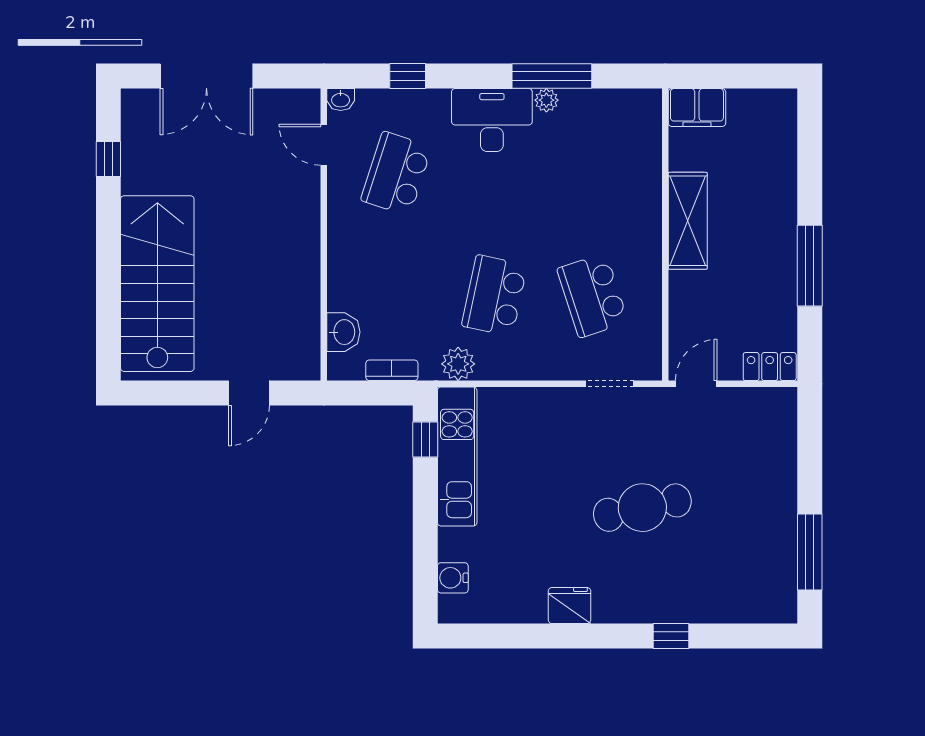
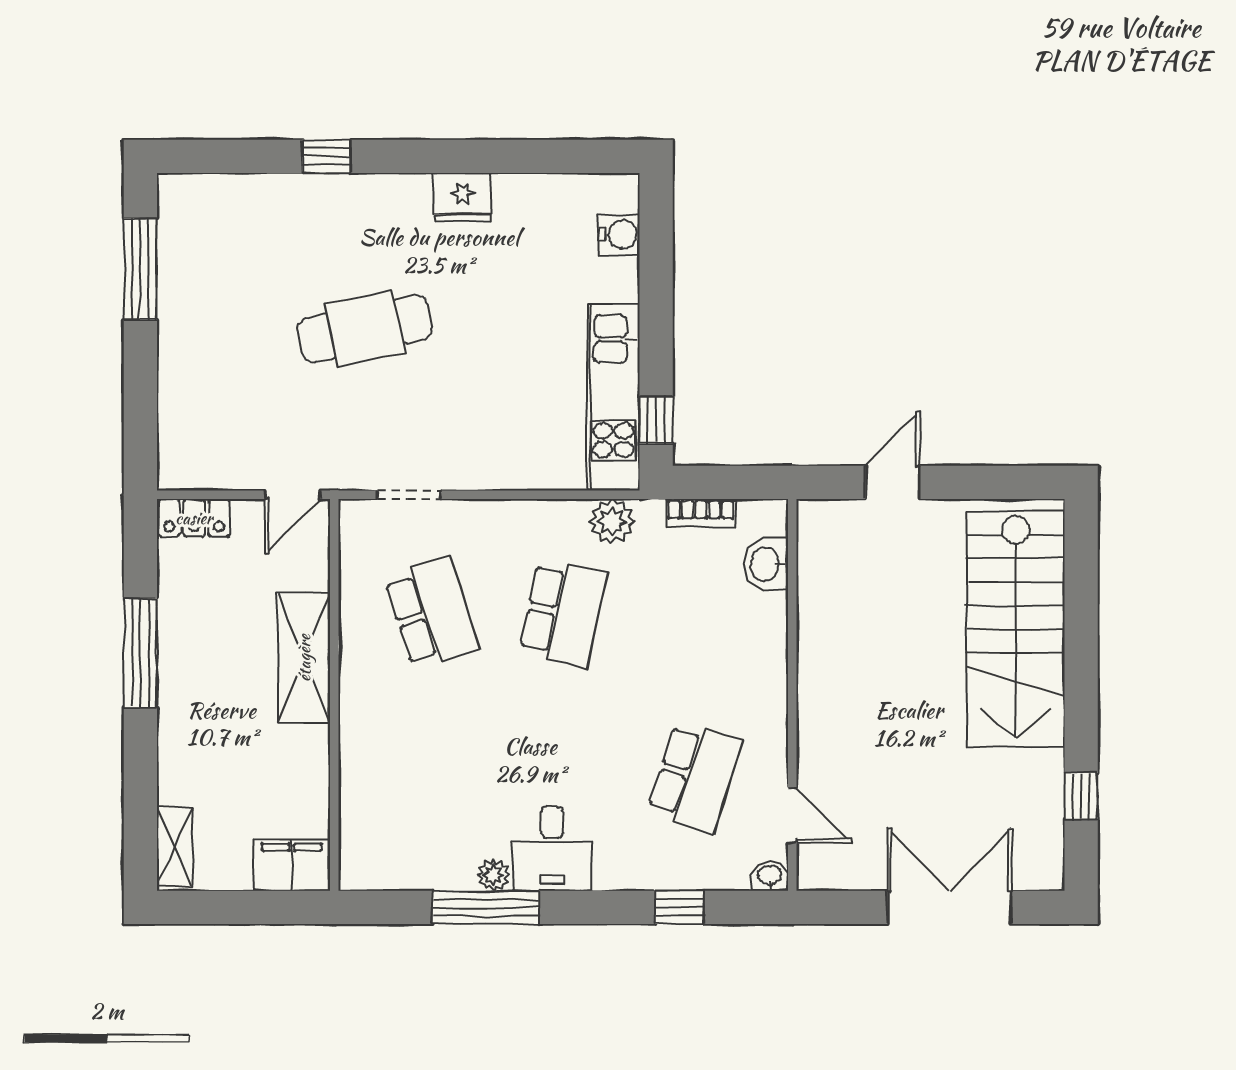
desk: (492, 120) -> (552, 848), width x0.73
shelving: (784, 121) -> (175, 847), added
shelving: (688, 221) -> (304, 658), moved

